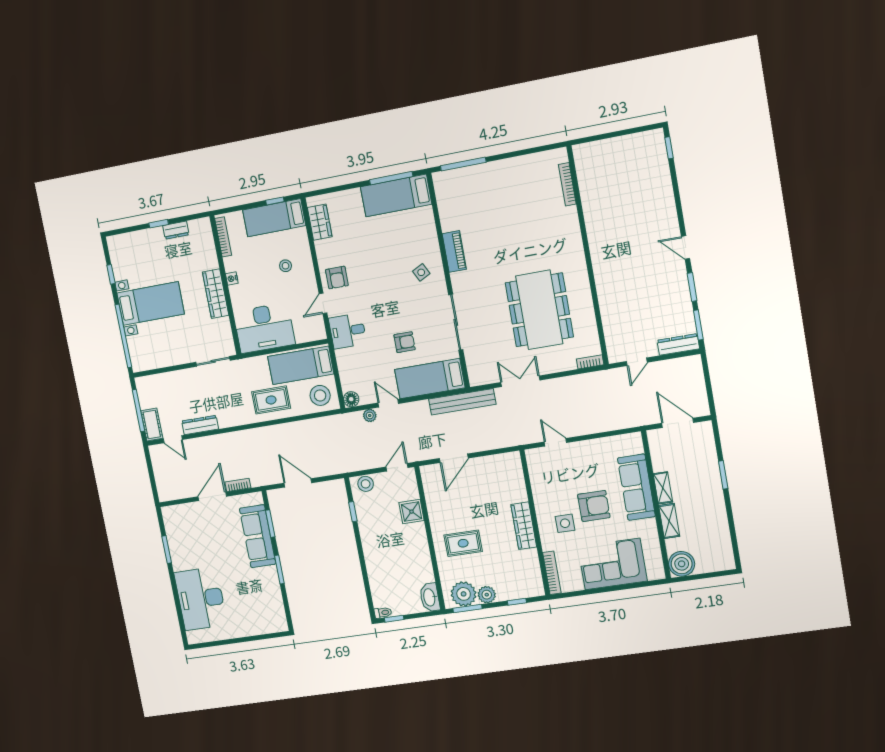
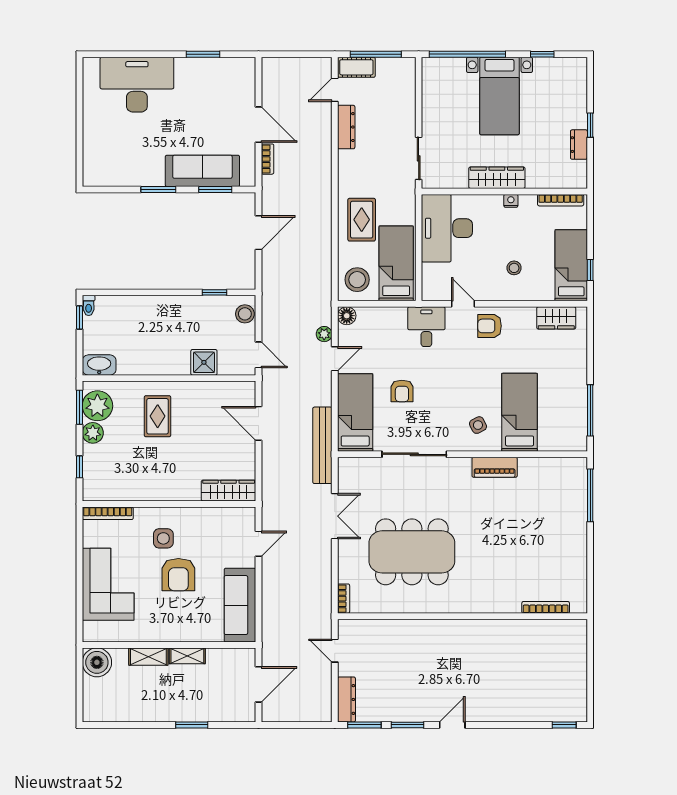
bed: (396, 196) -> (520, 412), moved
sofa: (636, 487) -> (240, 605), moved, turned -90
wardrobe: (524, 526) -> (229, 491), moved

